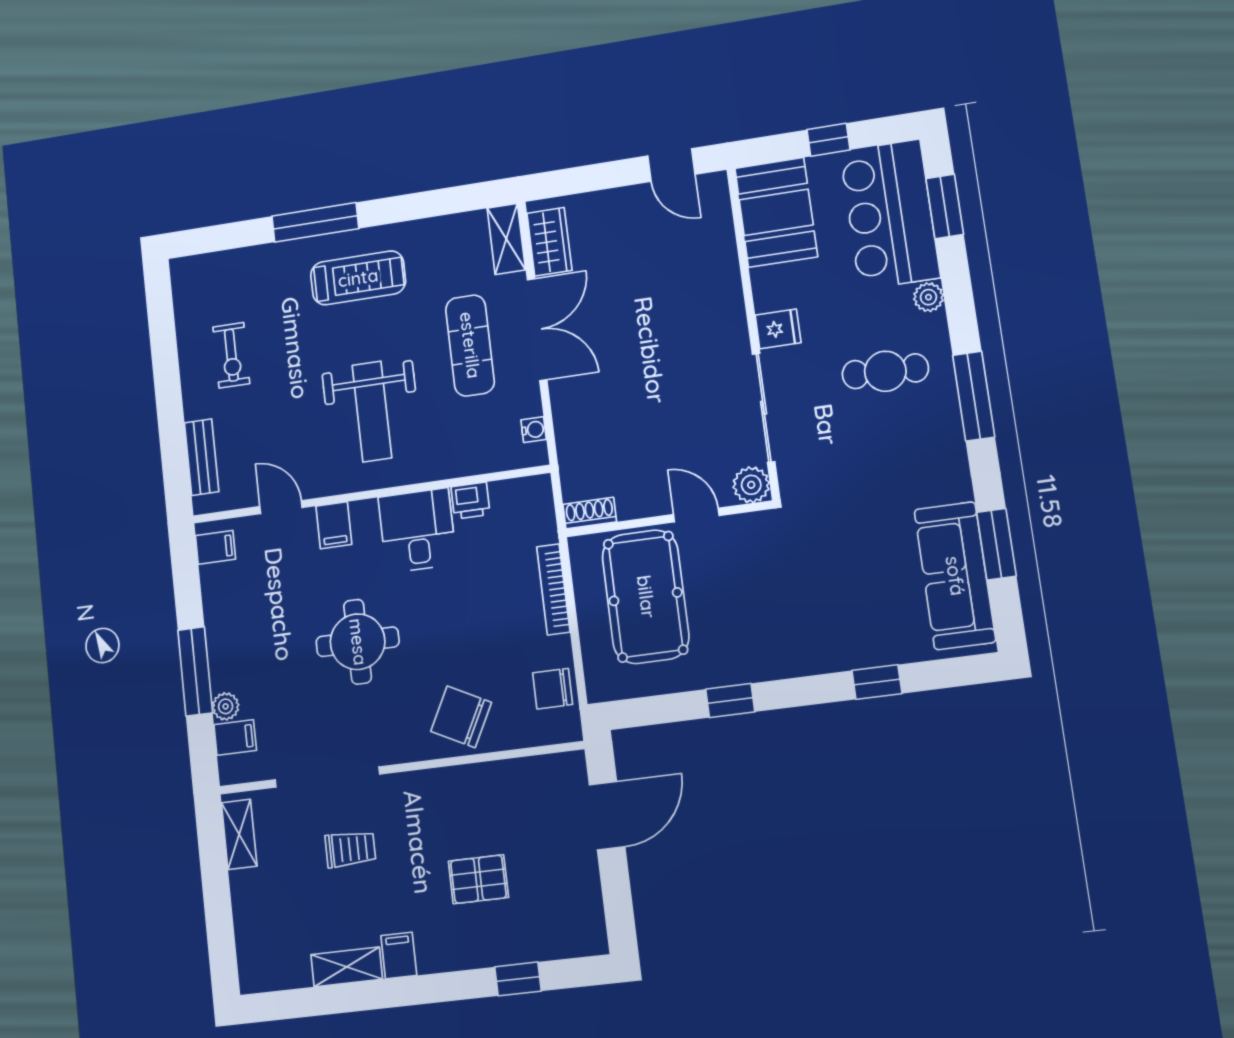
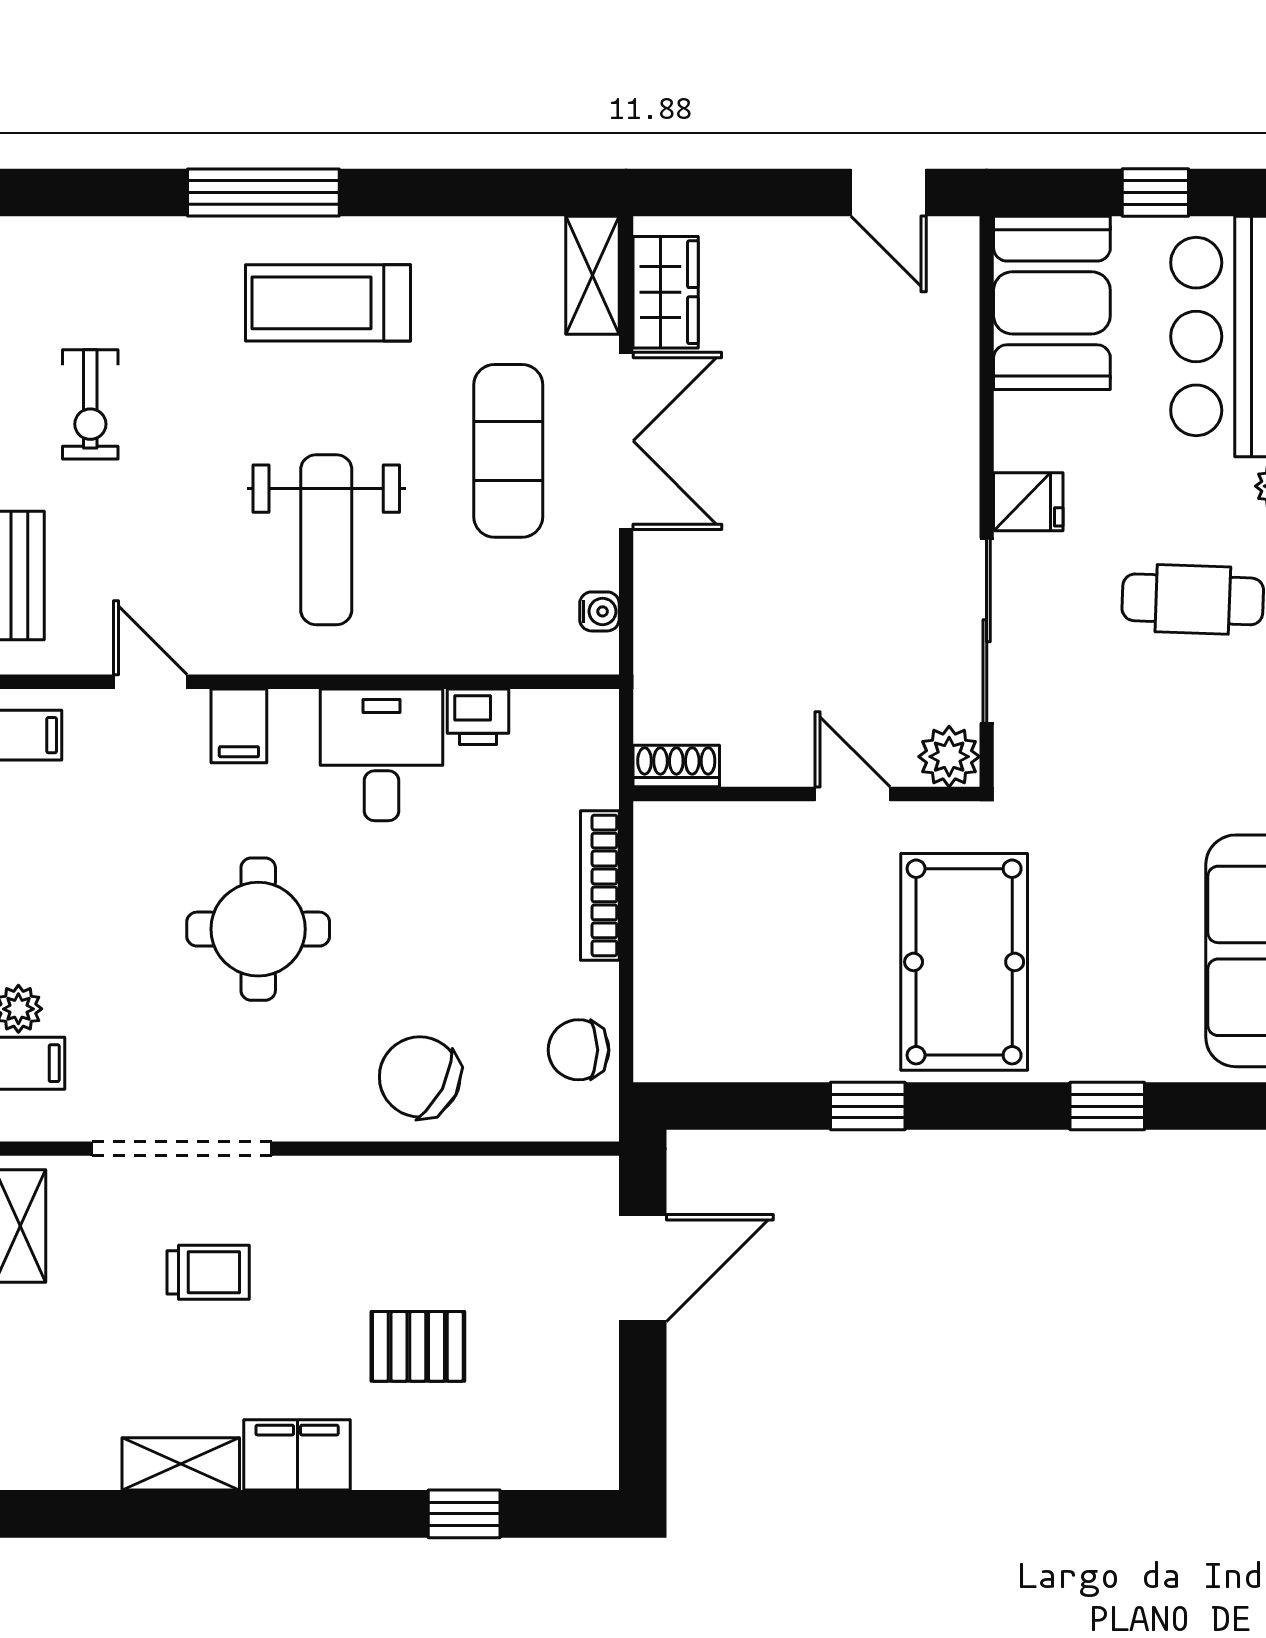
treadmill: (358, 278) -> (328, 303), turned 180
pool table: (646, 597) -> (964, 962), moved
filing cabinet: (399, 955) -> (297, 1455), width x2.00

